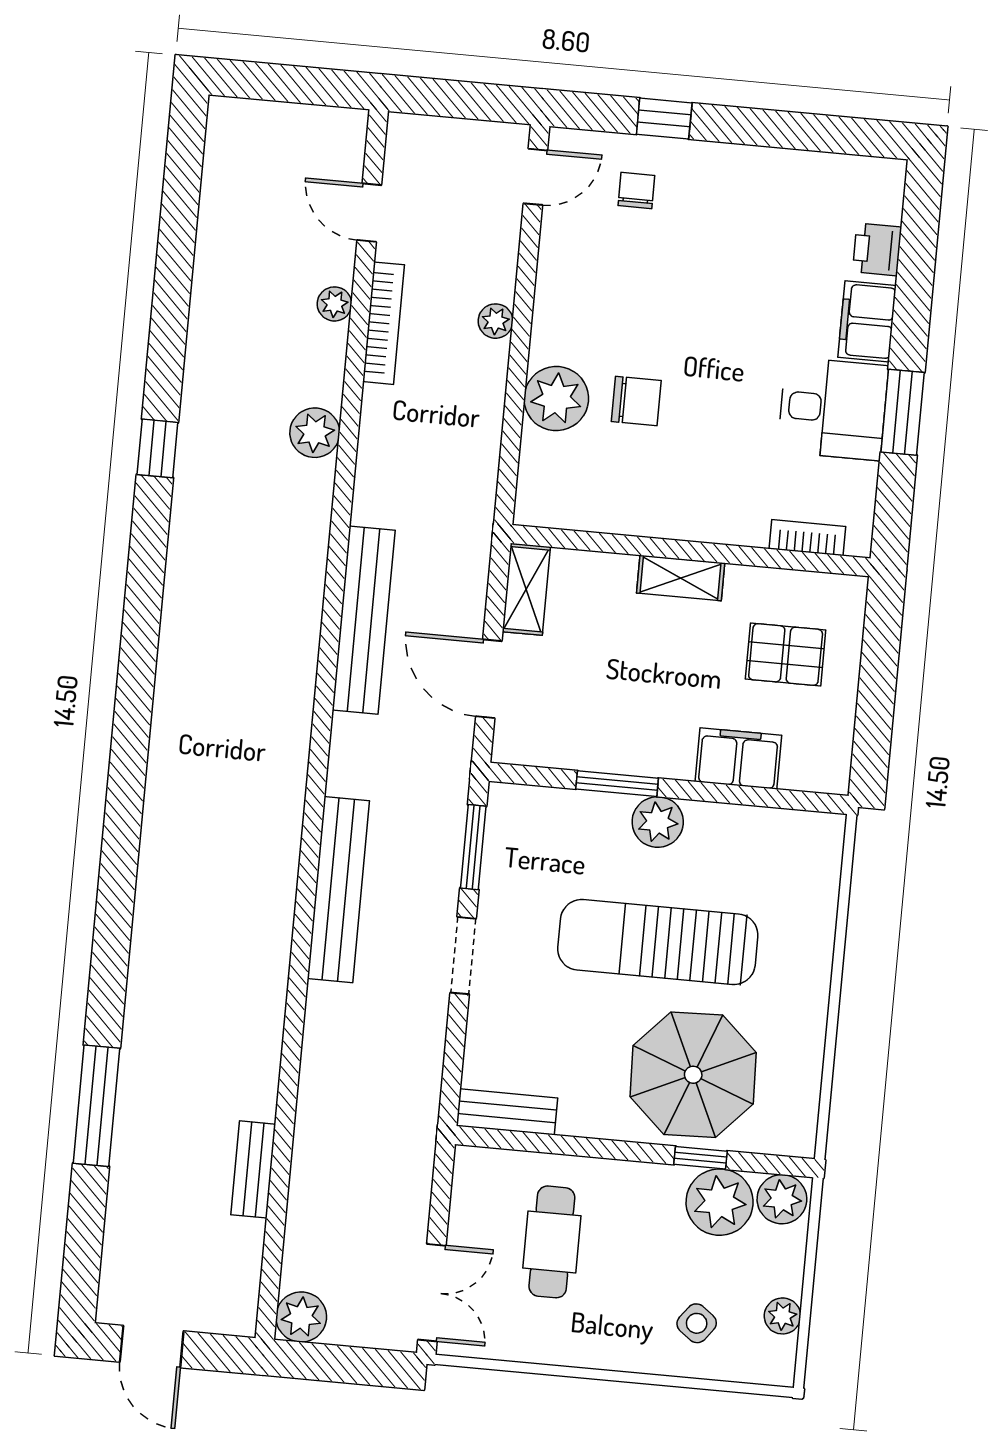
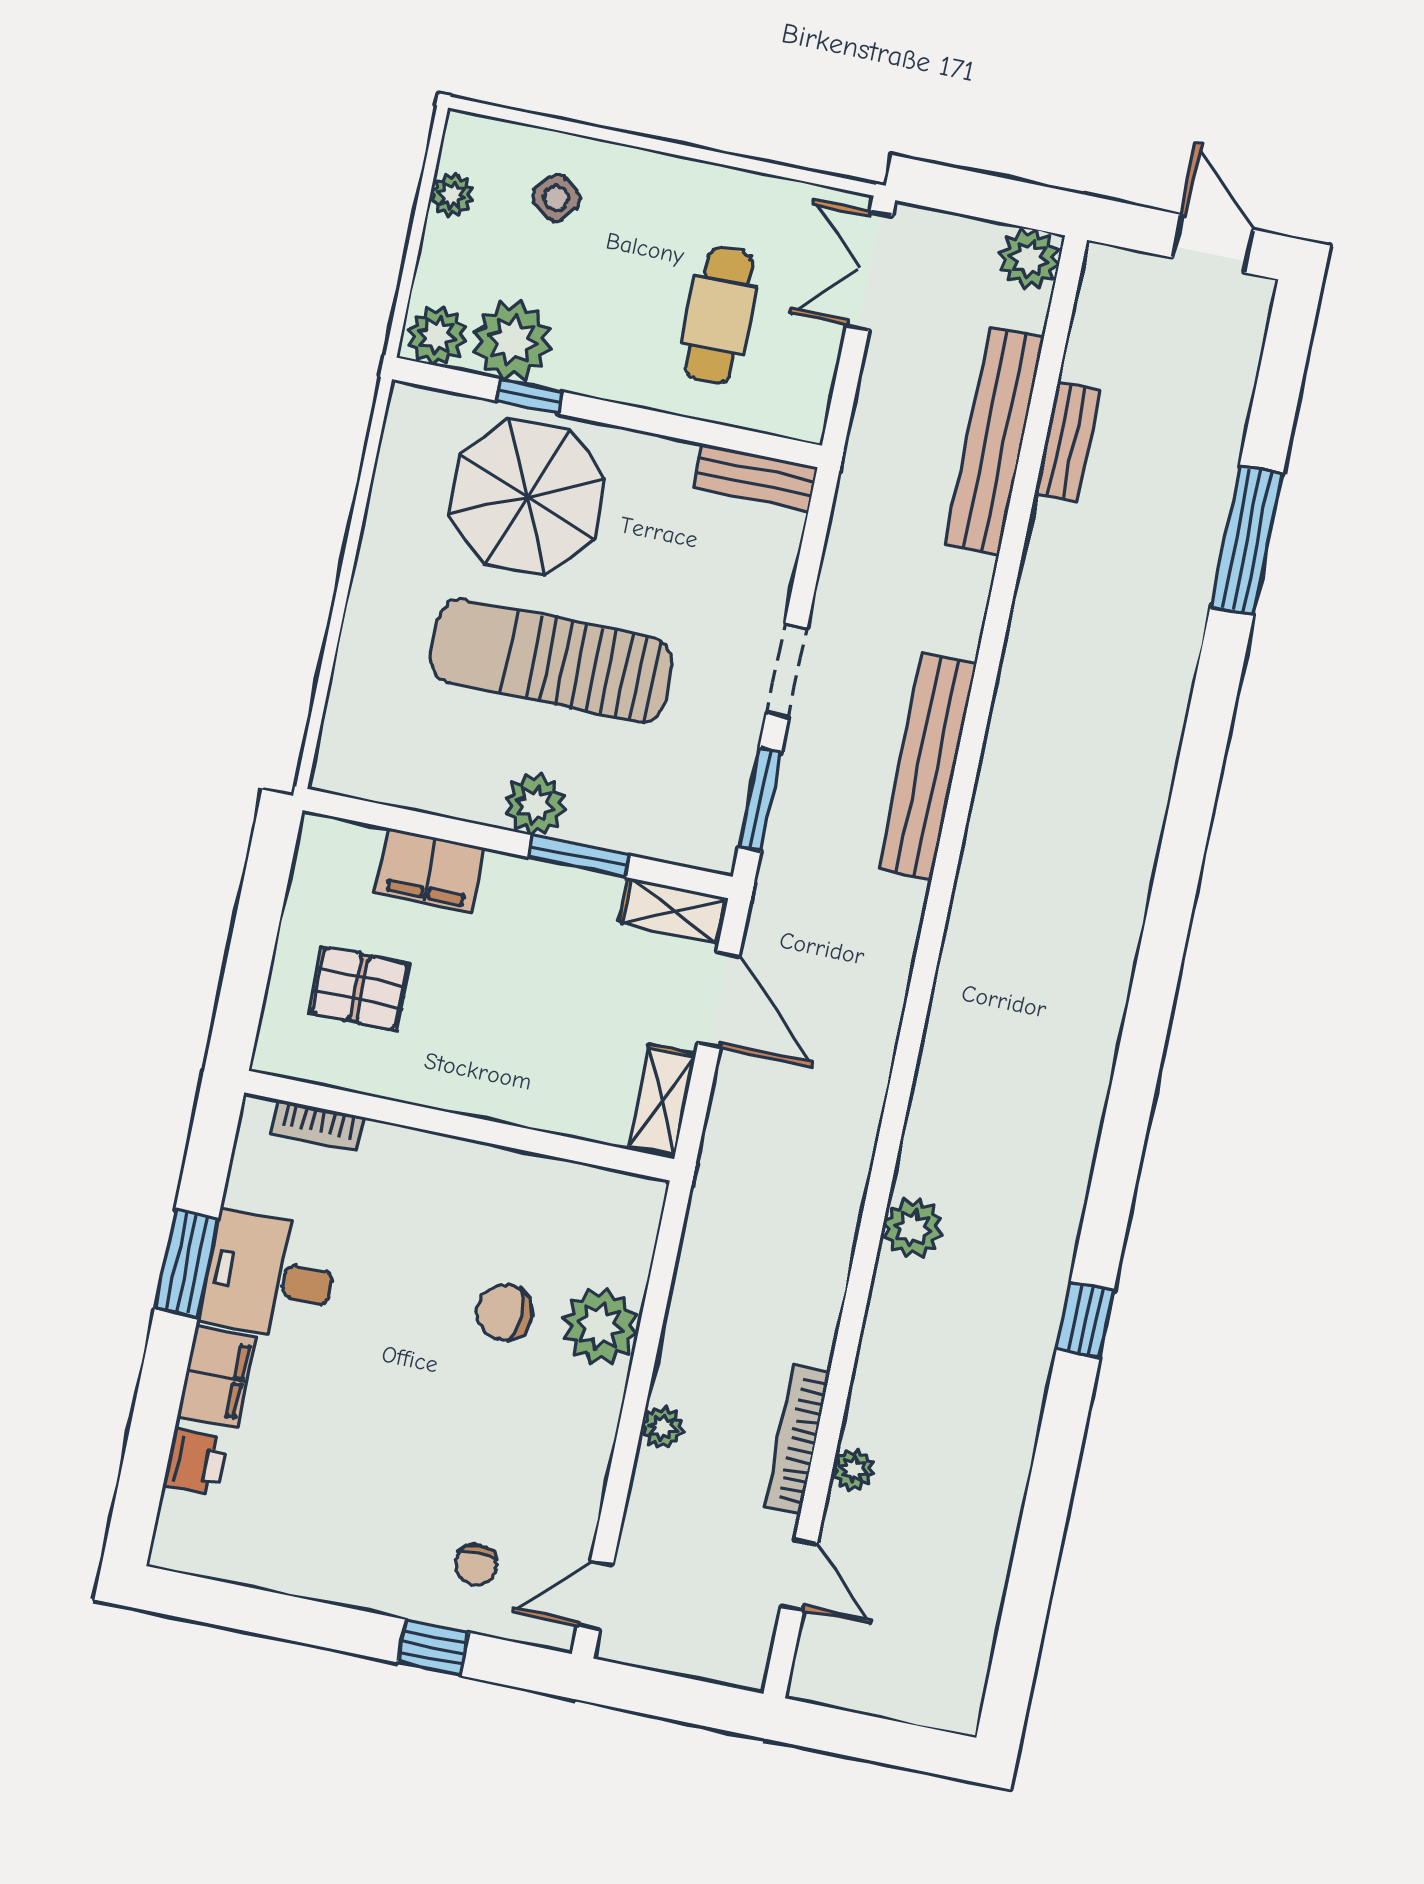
plant: (315, 433) -> (913, 1228), moved
shelving: (681, 578) -> (674, 910), moved
bench: (364, 620) -> (995, 441), moved
sun lounger: (658, 942) -> (551, 661), turned 180

